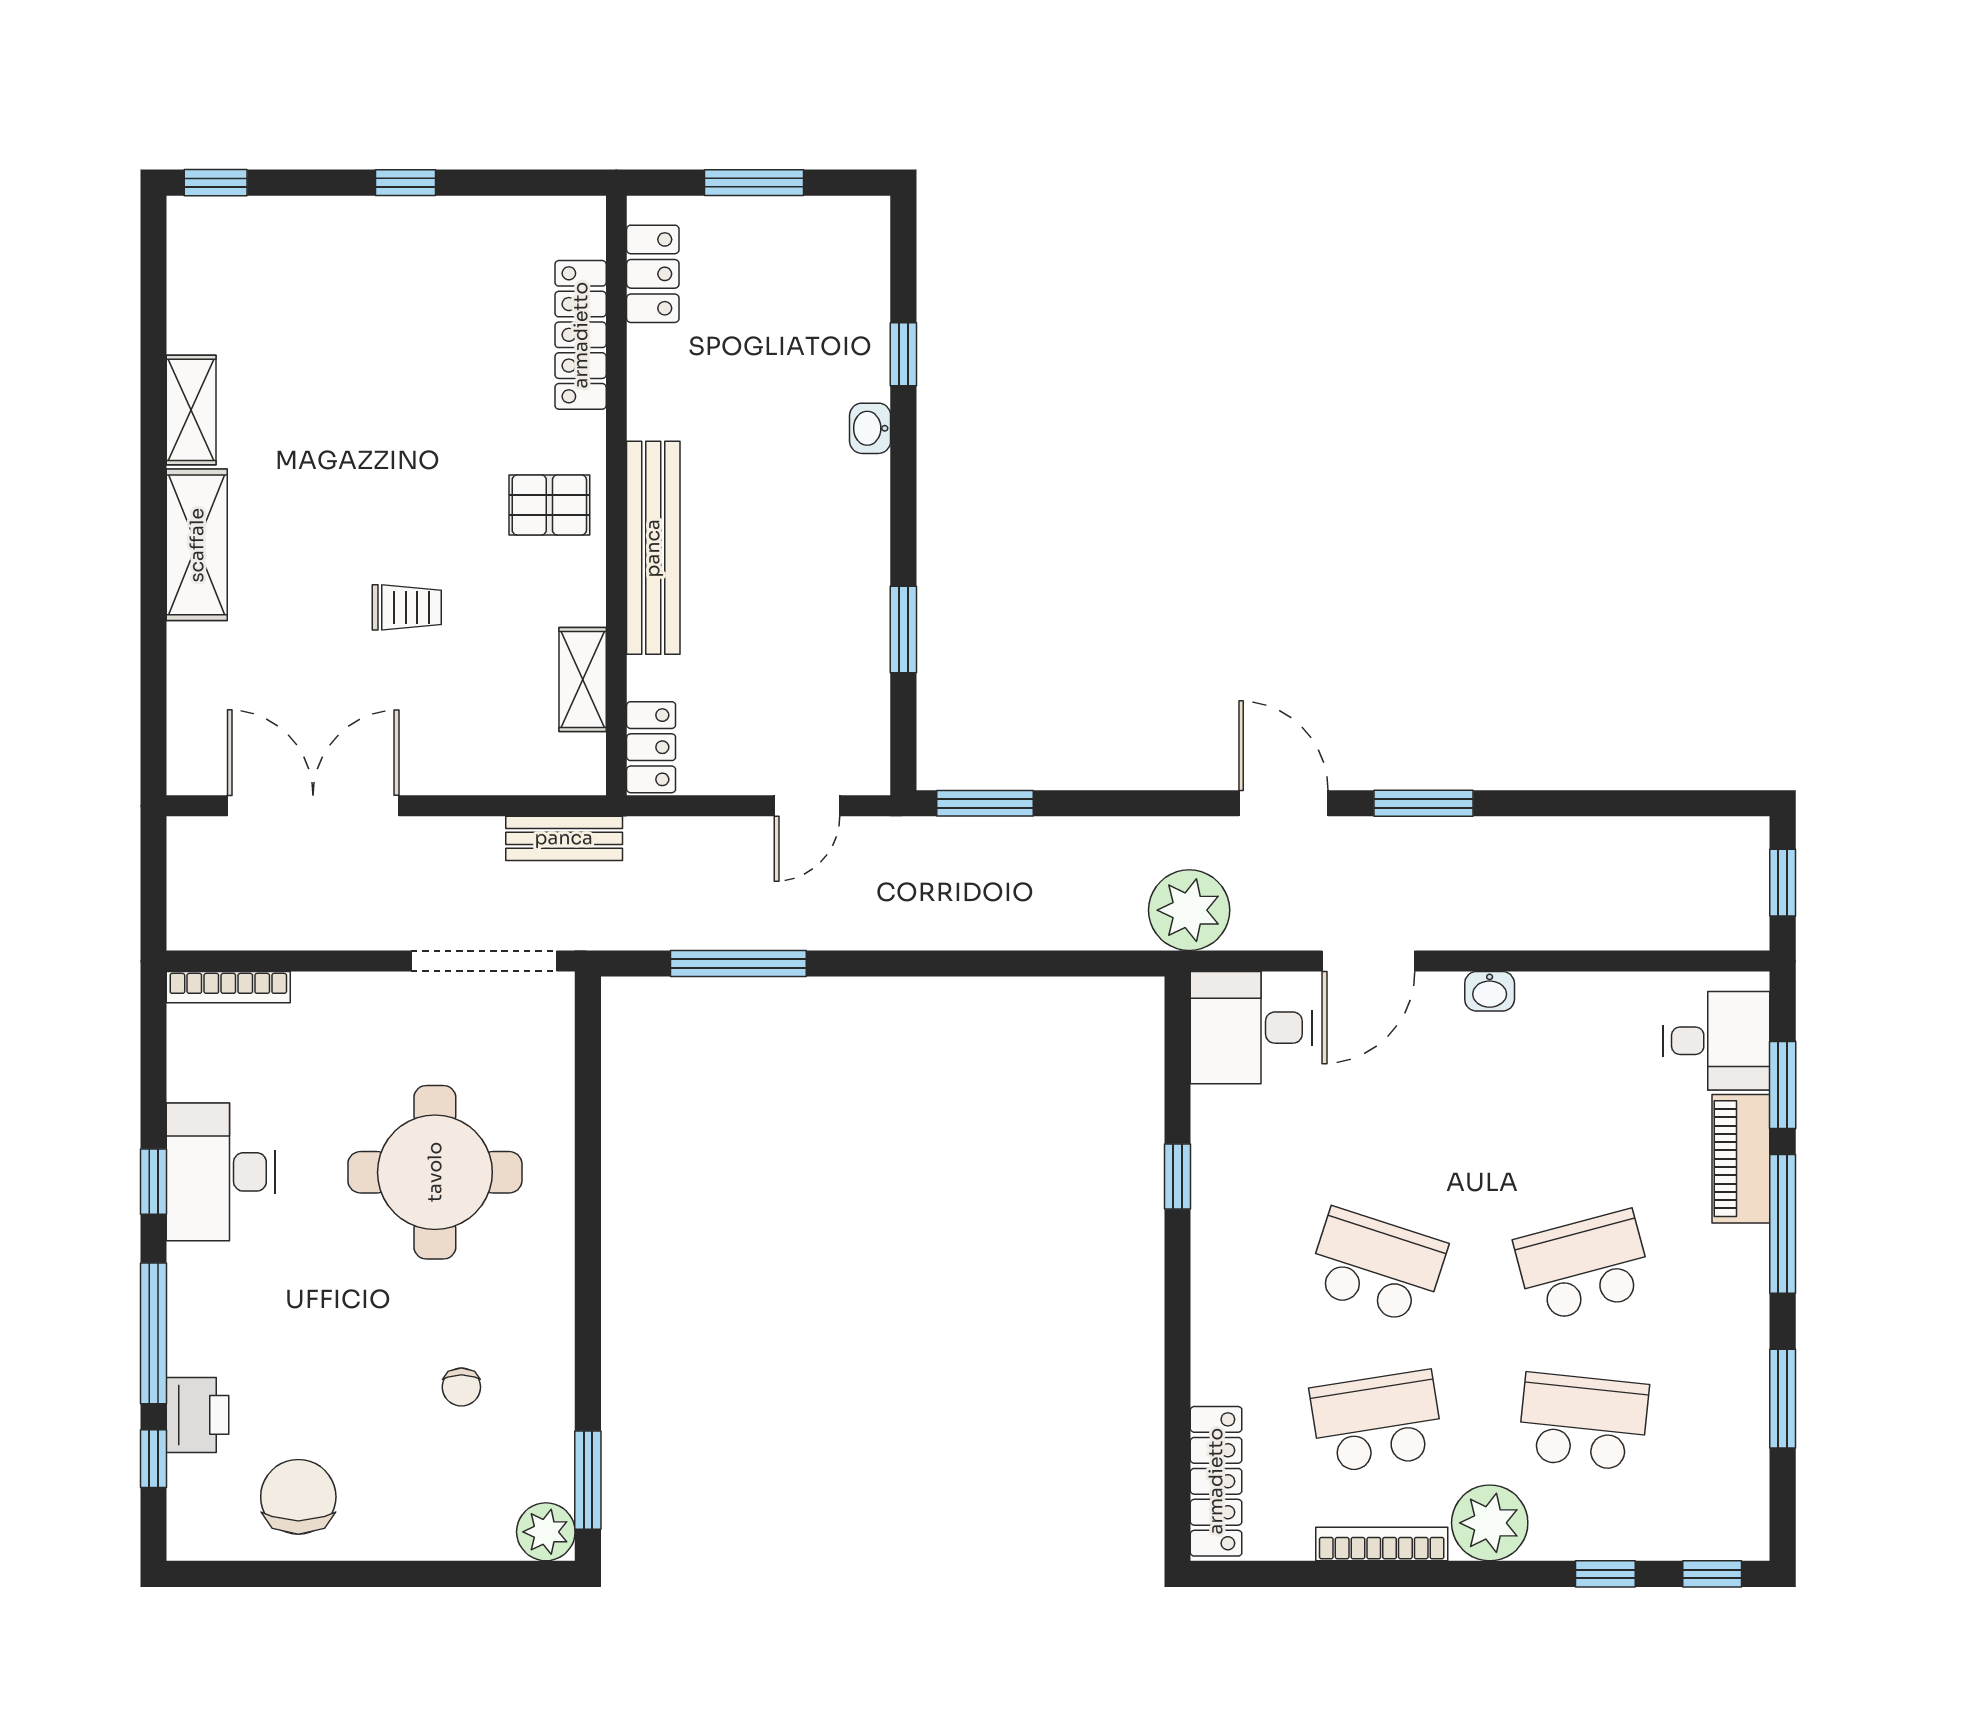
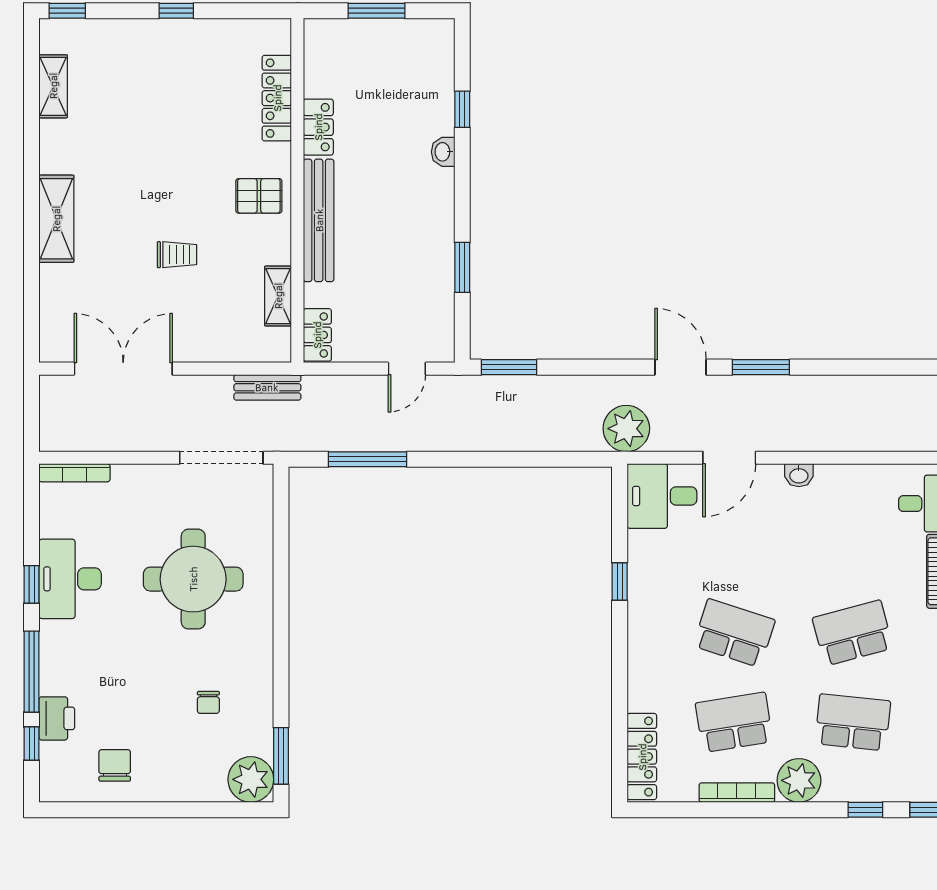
locker: (653, 274) -> (318, 127), moved
shelving: (191, 410) -> (53, 86), moved
chair: (298, 1497) -> (115, 765), width x0.73, depth x0.73
plant: (546, 1532) -> (251, 779), width x1.36, depth x1.36

